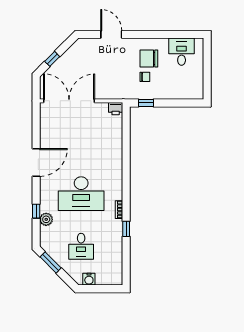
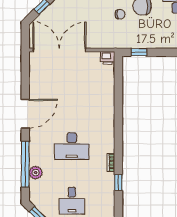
chair: (145, 77) -> (120, 14), moved
desk: (81, 194) -> (72, 146), width x0.73, depth x0.77
window: (36, 211) -> (25, 164), width x3.17

